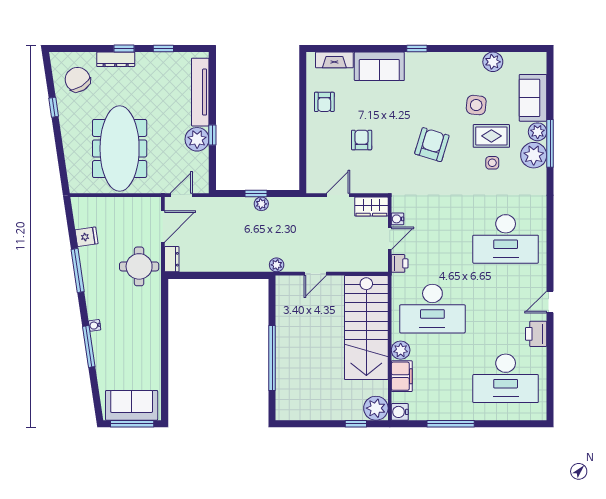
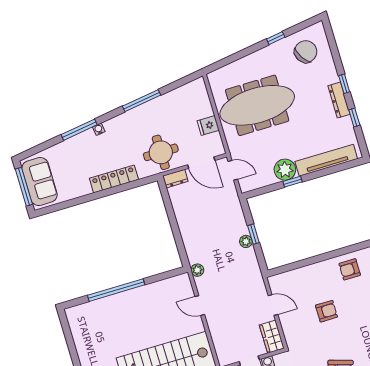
dresser: (116, 59) -> (339, 100), moved
fridge: (87, 237) -> (208, 125), moved, turned 98
locker: (153, 325) -> (114, 179), added

